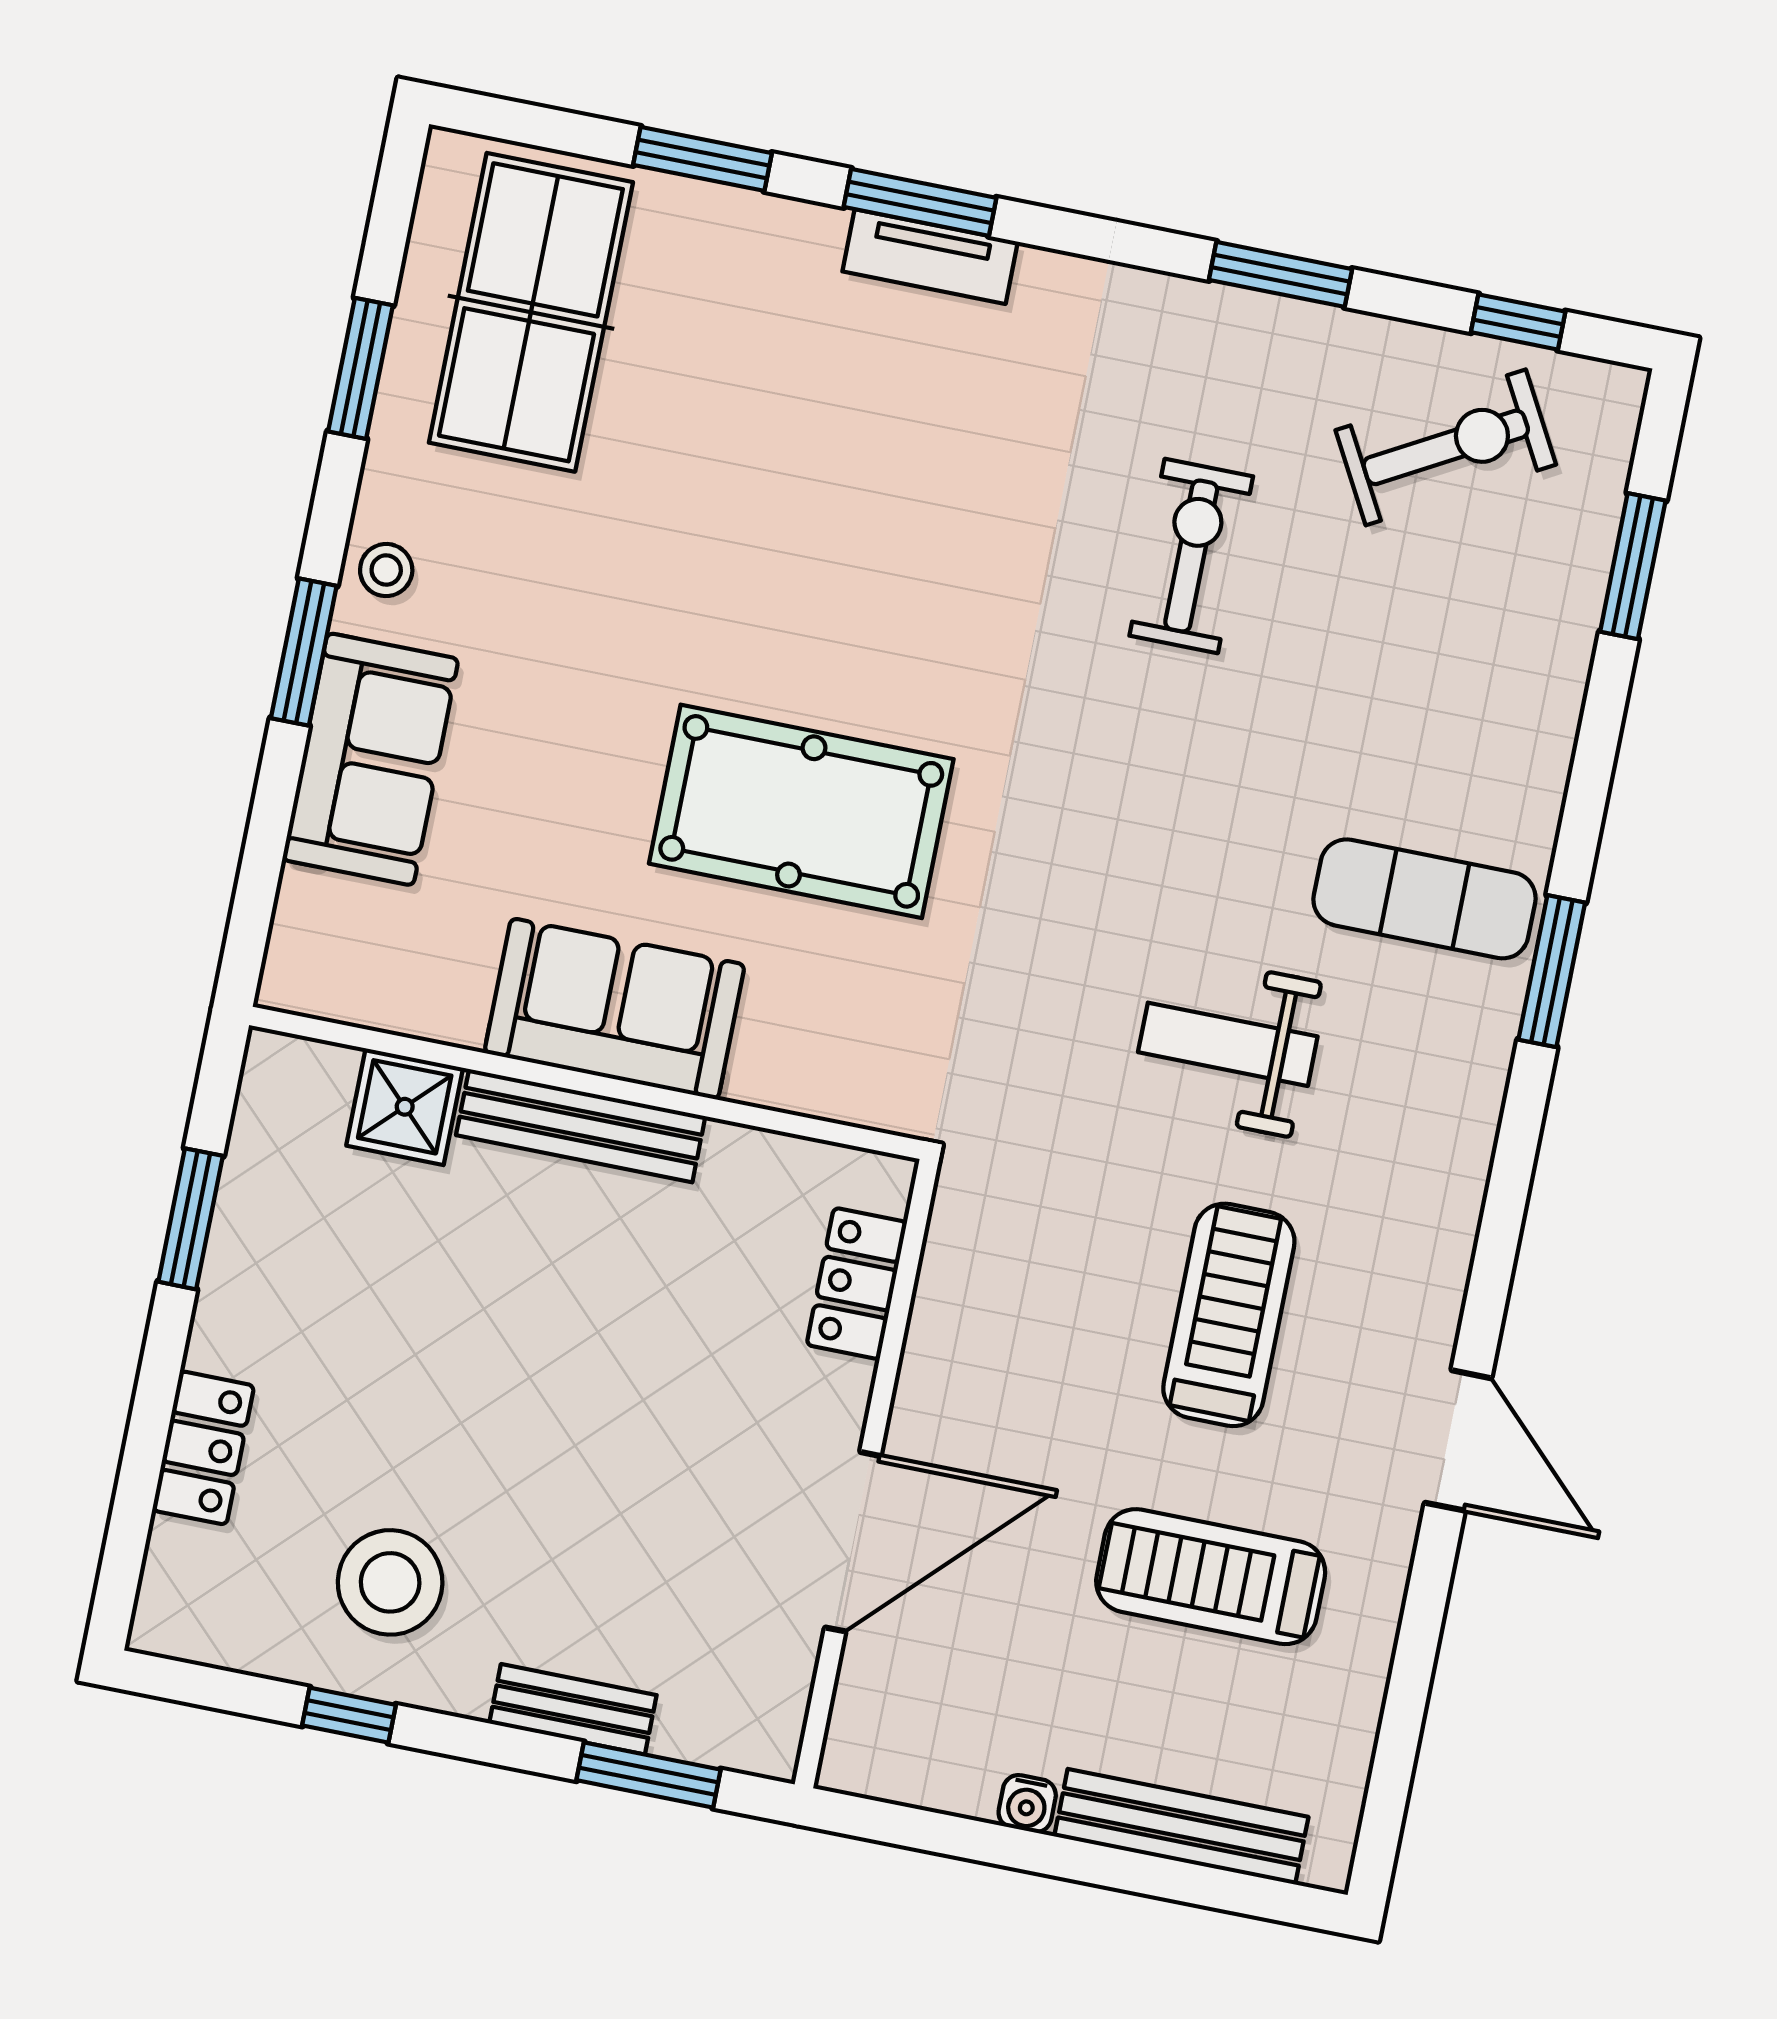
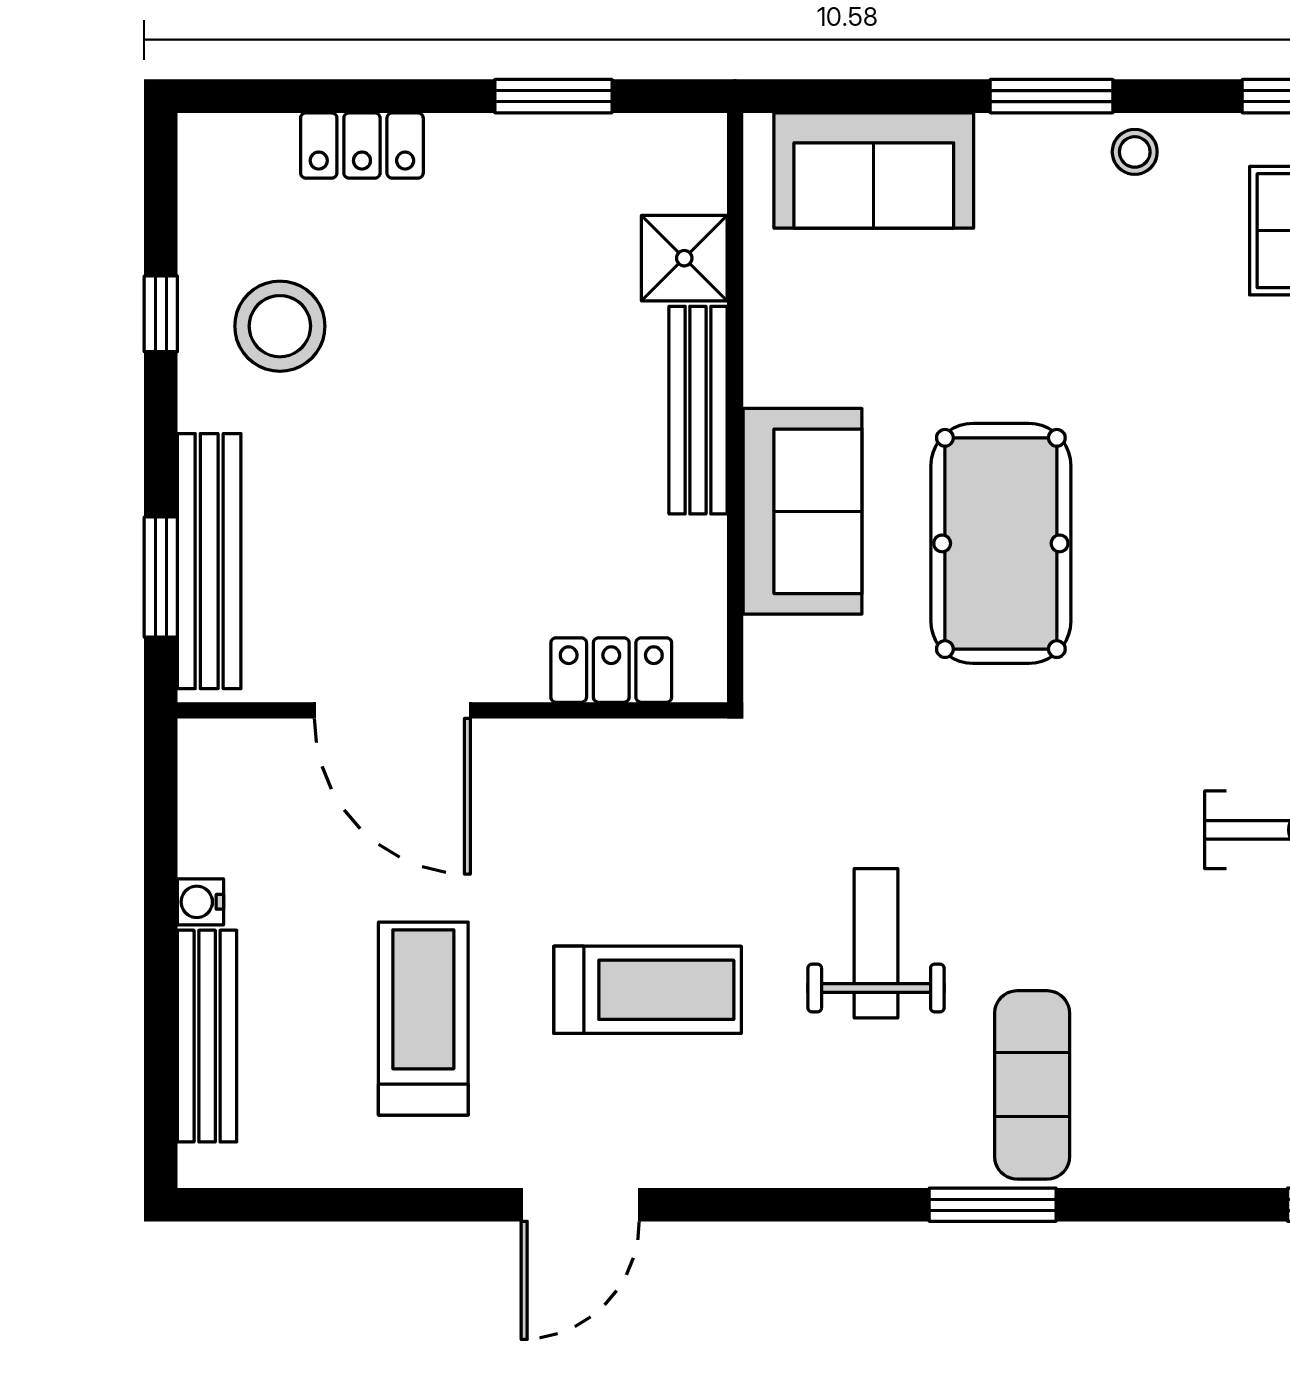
sofa: (370, 759) -> (874, 170), moved
sofa: (615, 1009) -> (802, 511), moved
bench: (573, 1709) -> (209, 561), width x1.86, depth x1.21

